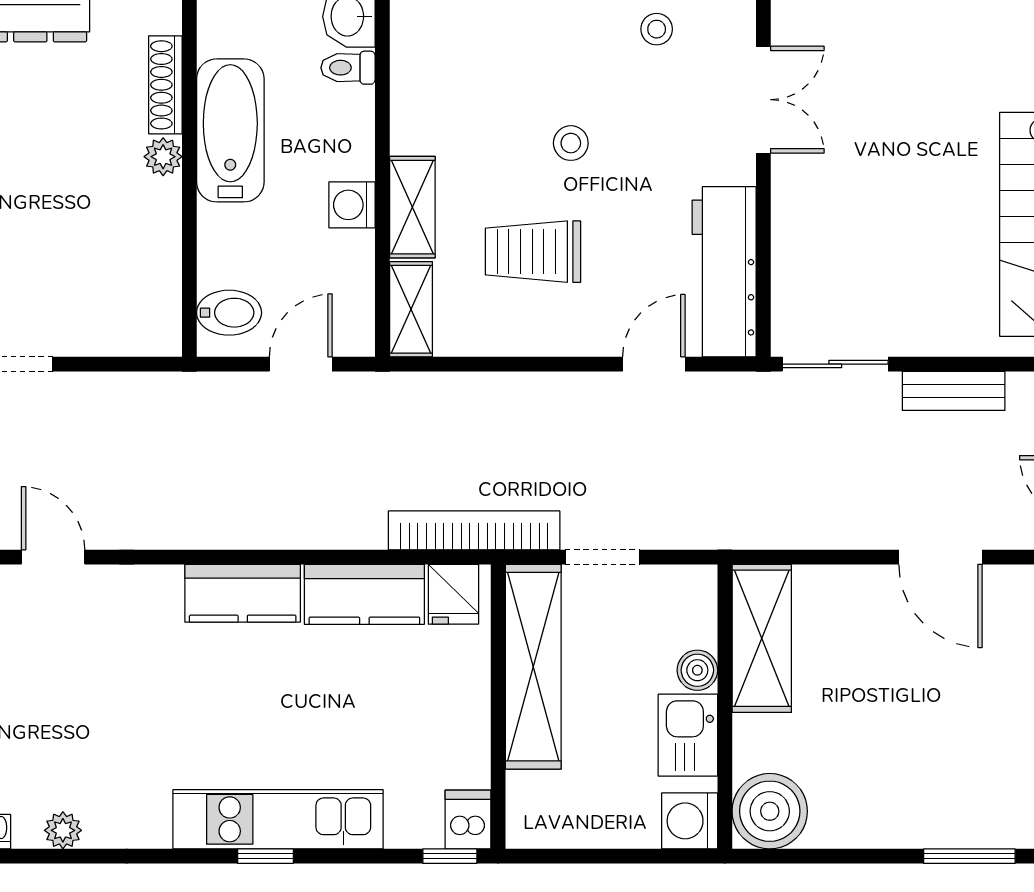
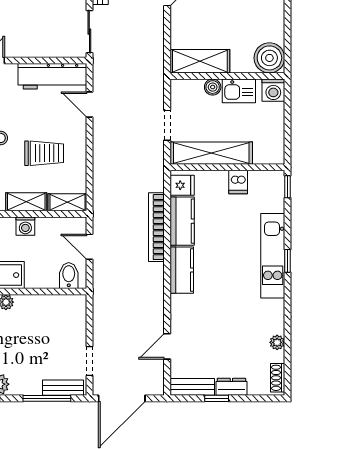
trolley: (533, 252) -> (44, 153), turned -90
bookcase: (474, 530) -> (156, 227), moved
dishwasher: (468, 819) -> (238, 182), moved, turned -90

